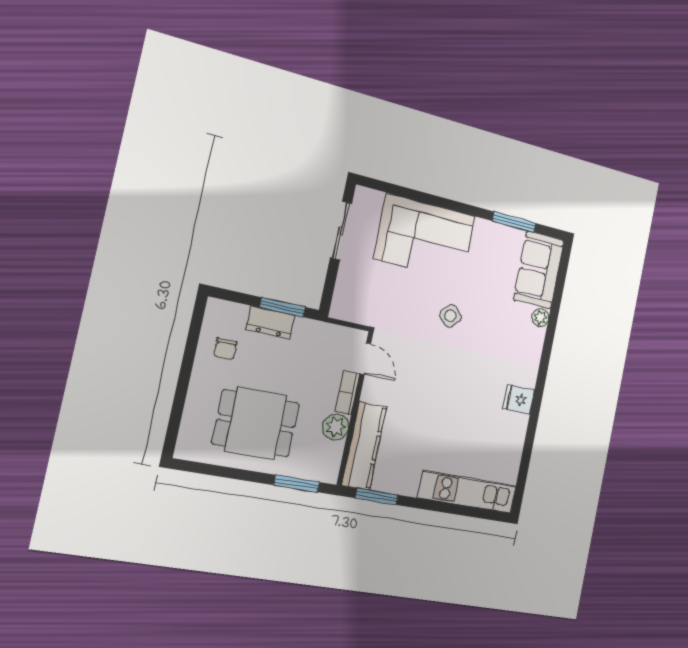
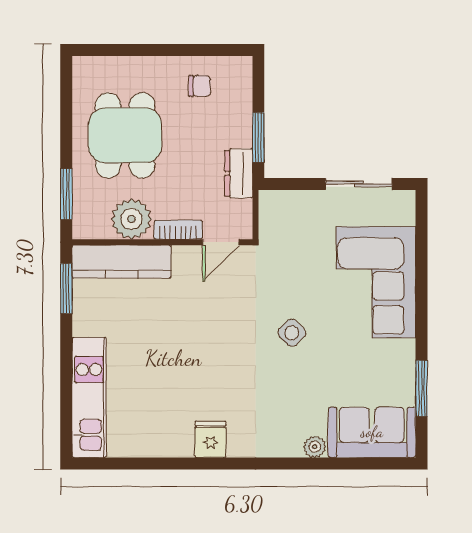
dresser: (270, 322) -> (239, 173), moved
chair: (225, 349) -> (200, 86), turned 180
plant: (336, 427) -> (131, 219), width x1.36, depth x1.36

